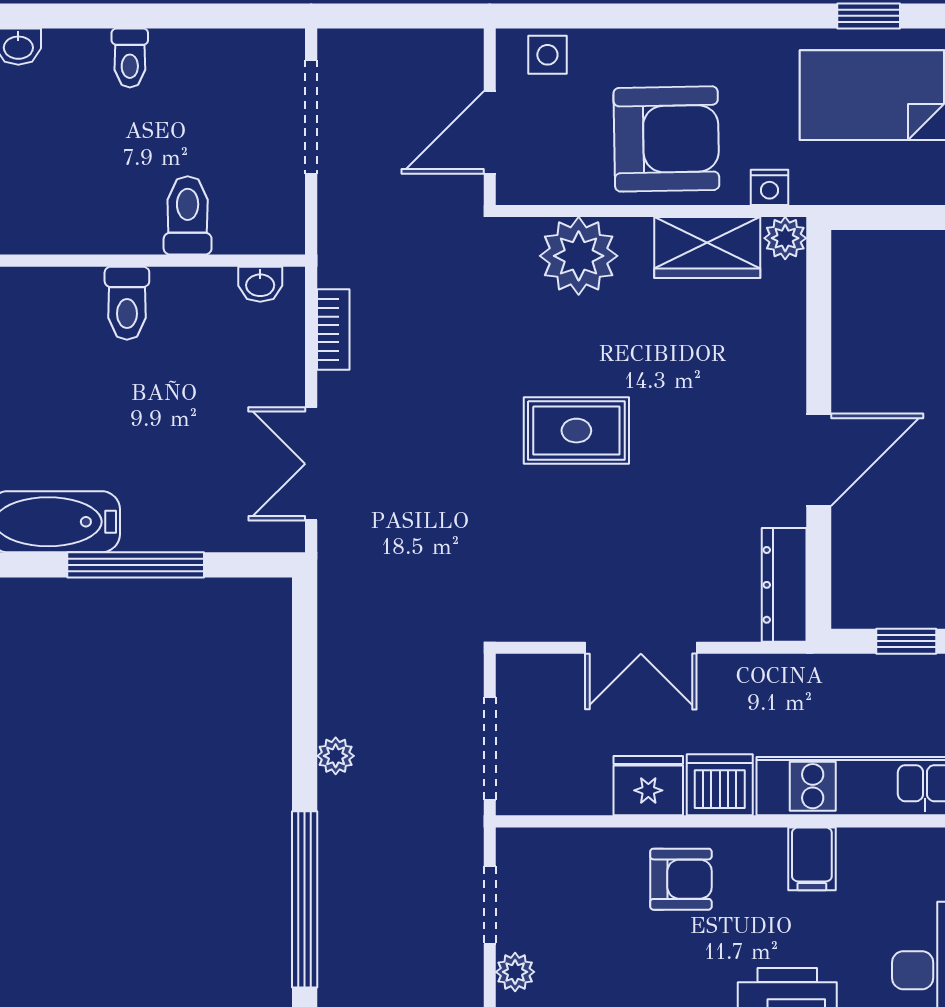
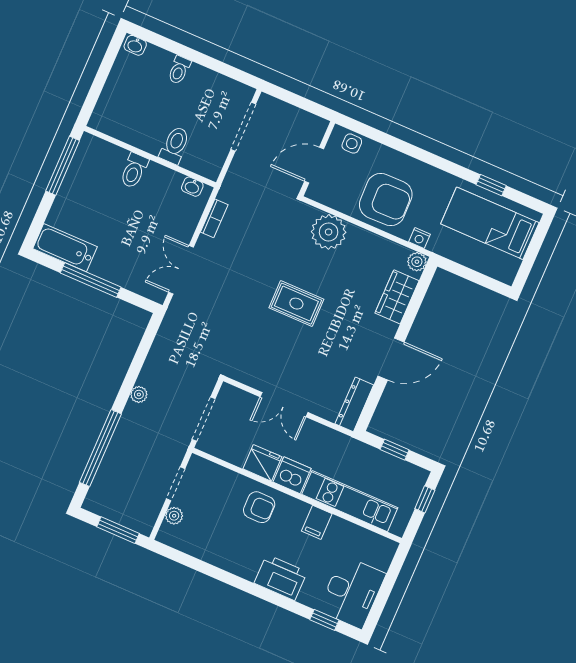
wardrobe: (707, 248) -> (397, 297), moved, turned 90

